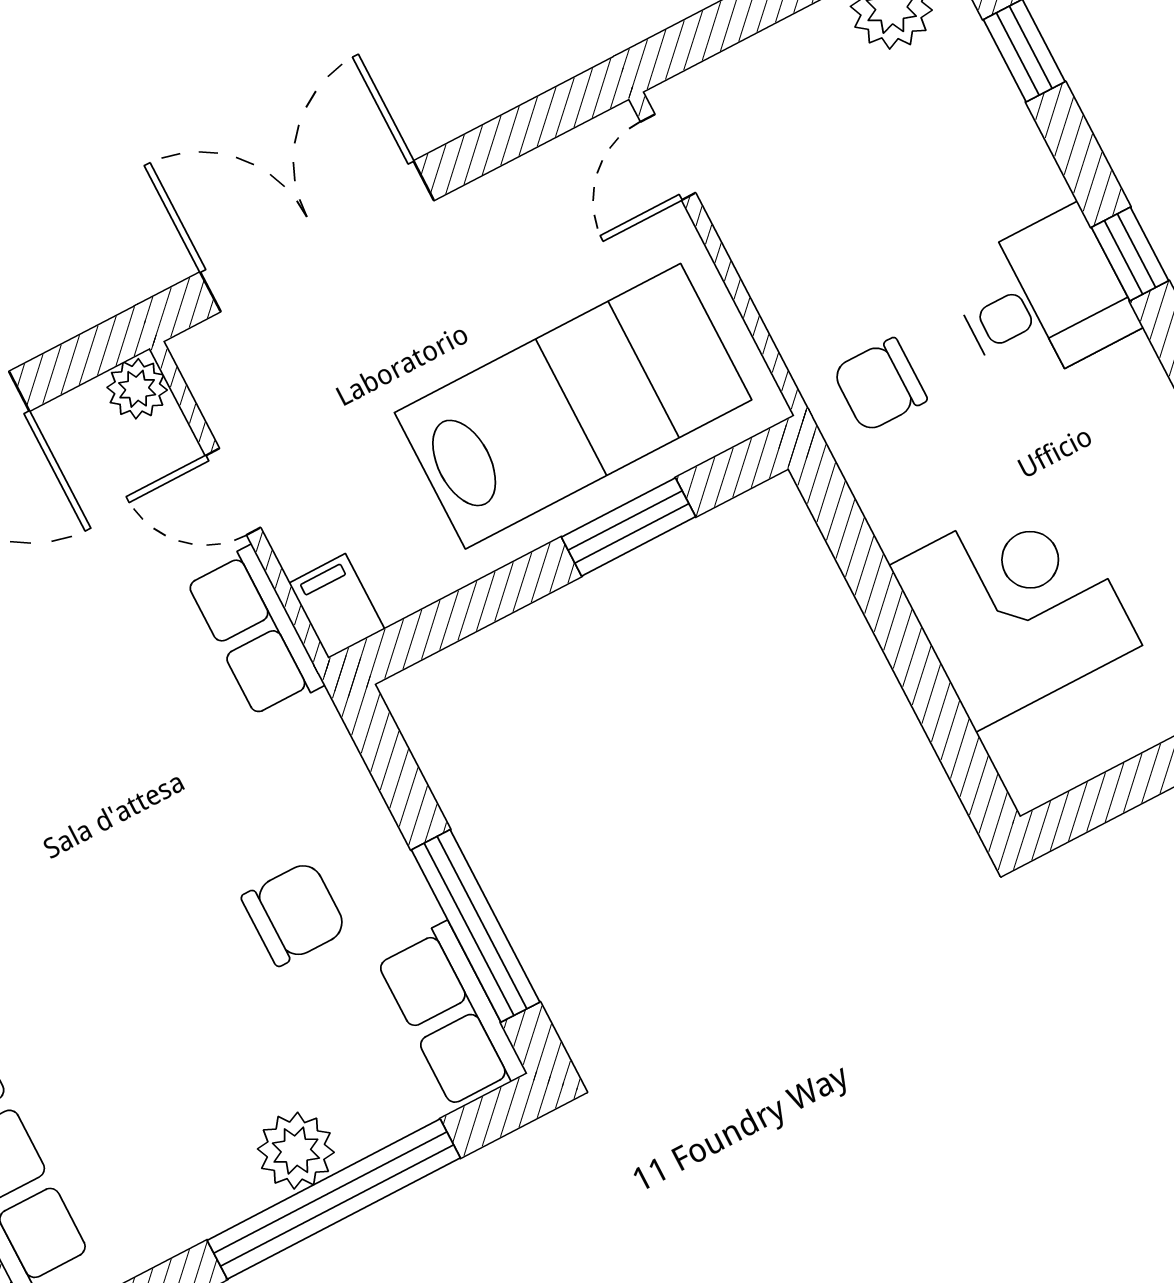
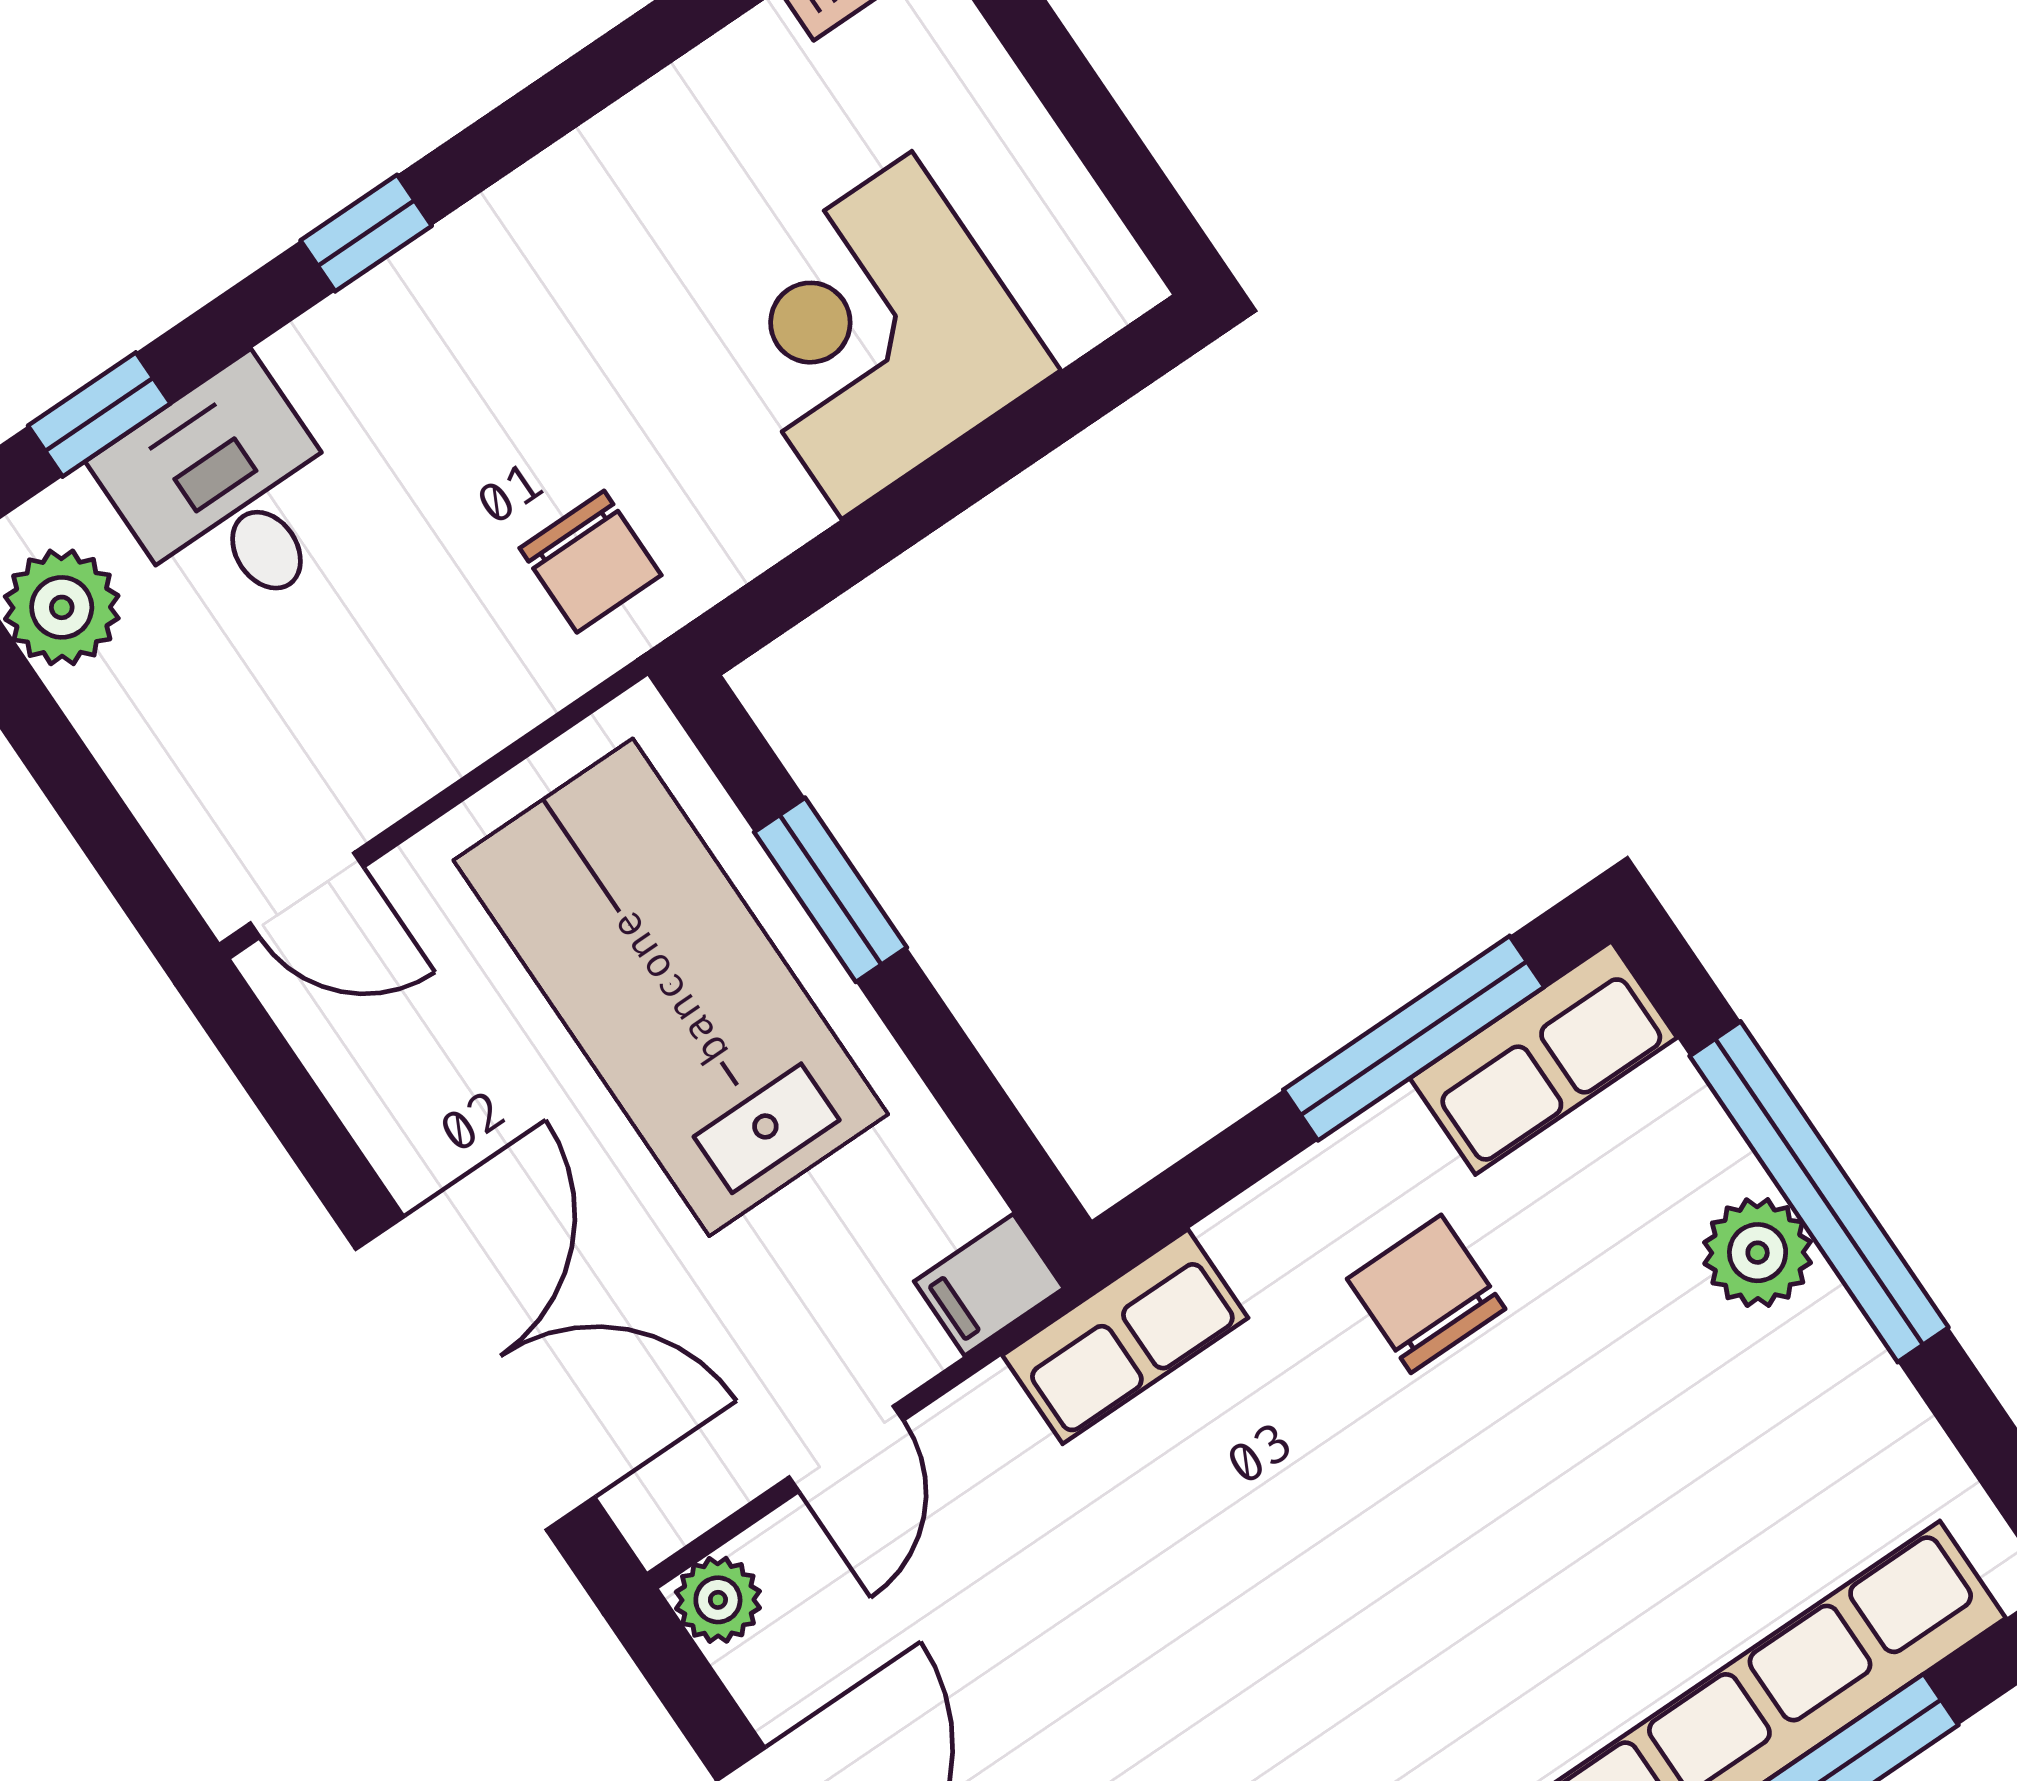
double door: (317, 236) -> (475, 1373), swing flipped
desk: (1043, 300) -> (229, 495), moved
row of seats: (255, 632) -> (1125, 1337), moved

